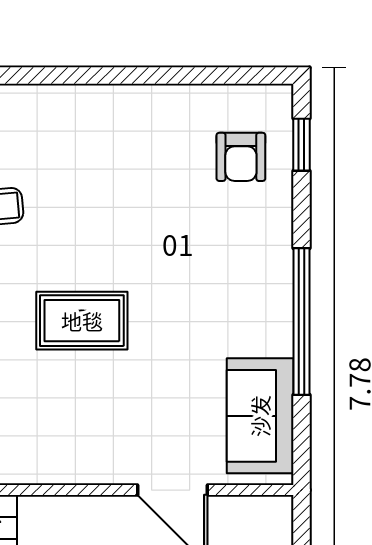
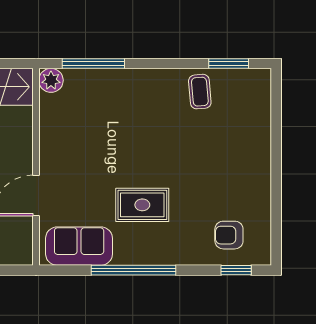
rug: (82, 321) -> (142, 205), moved, turned 90

